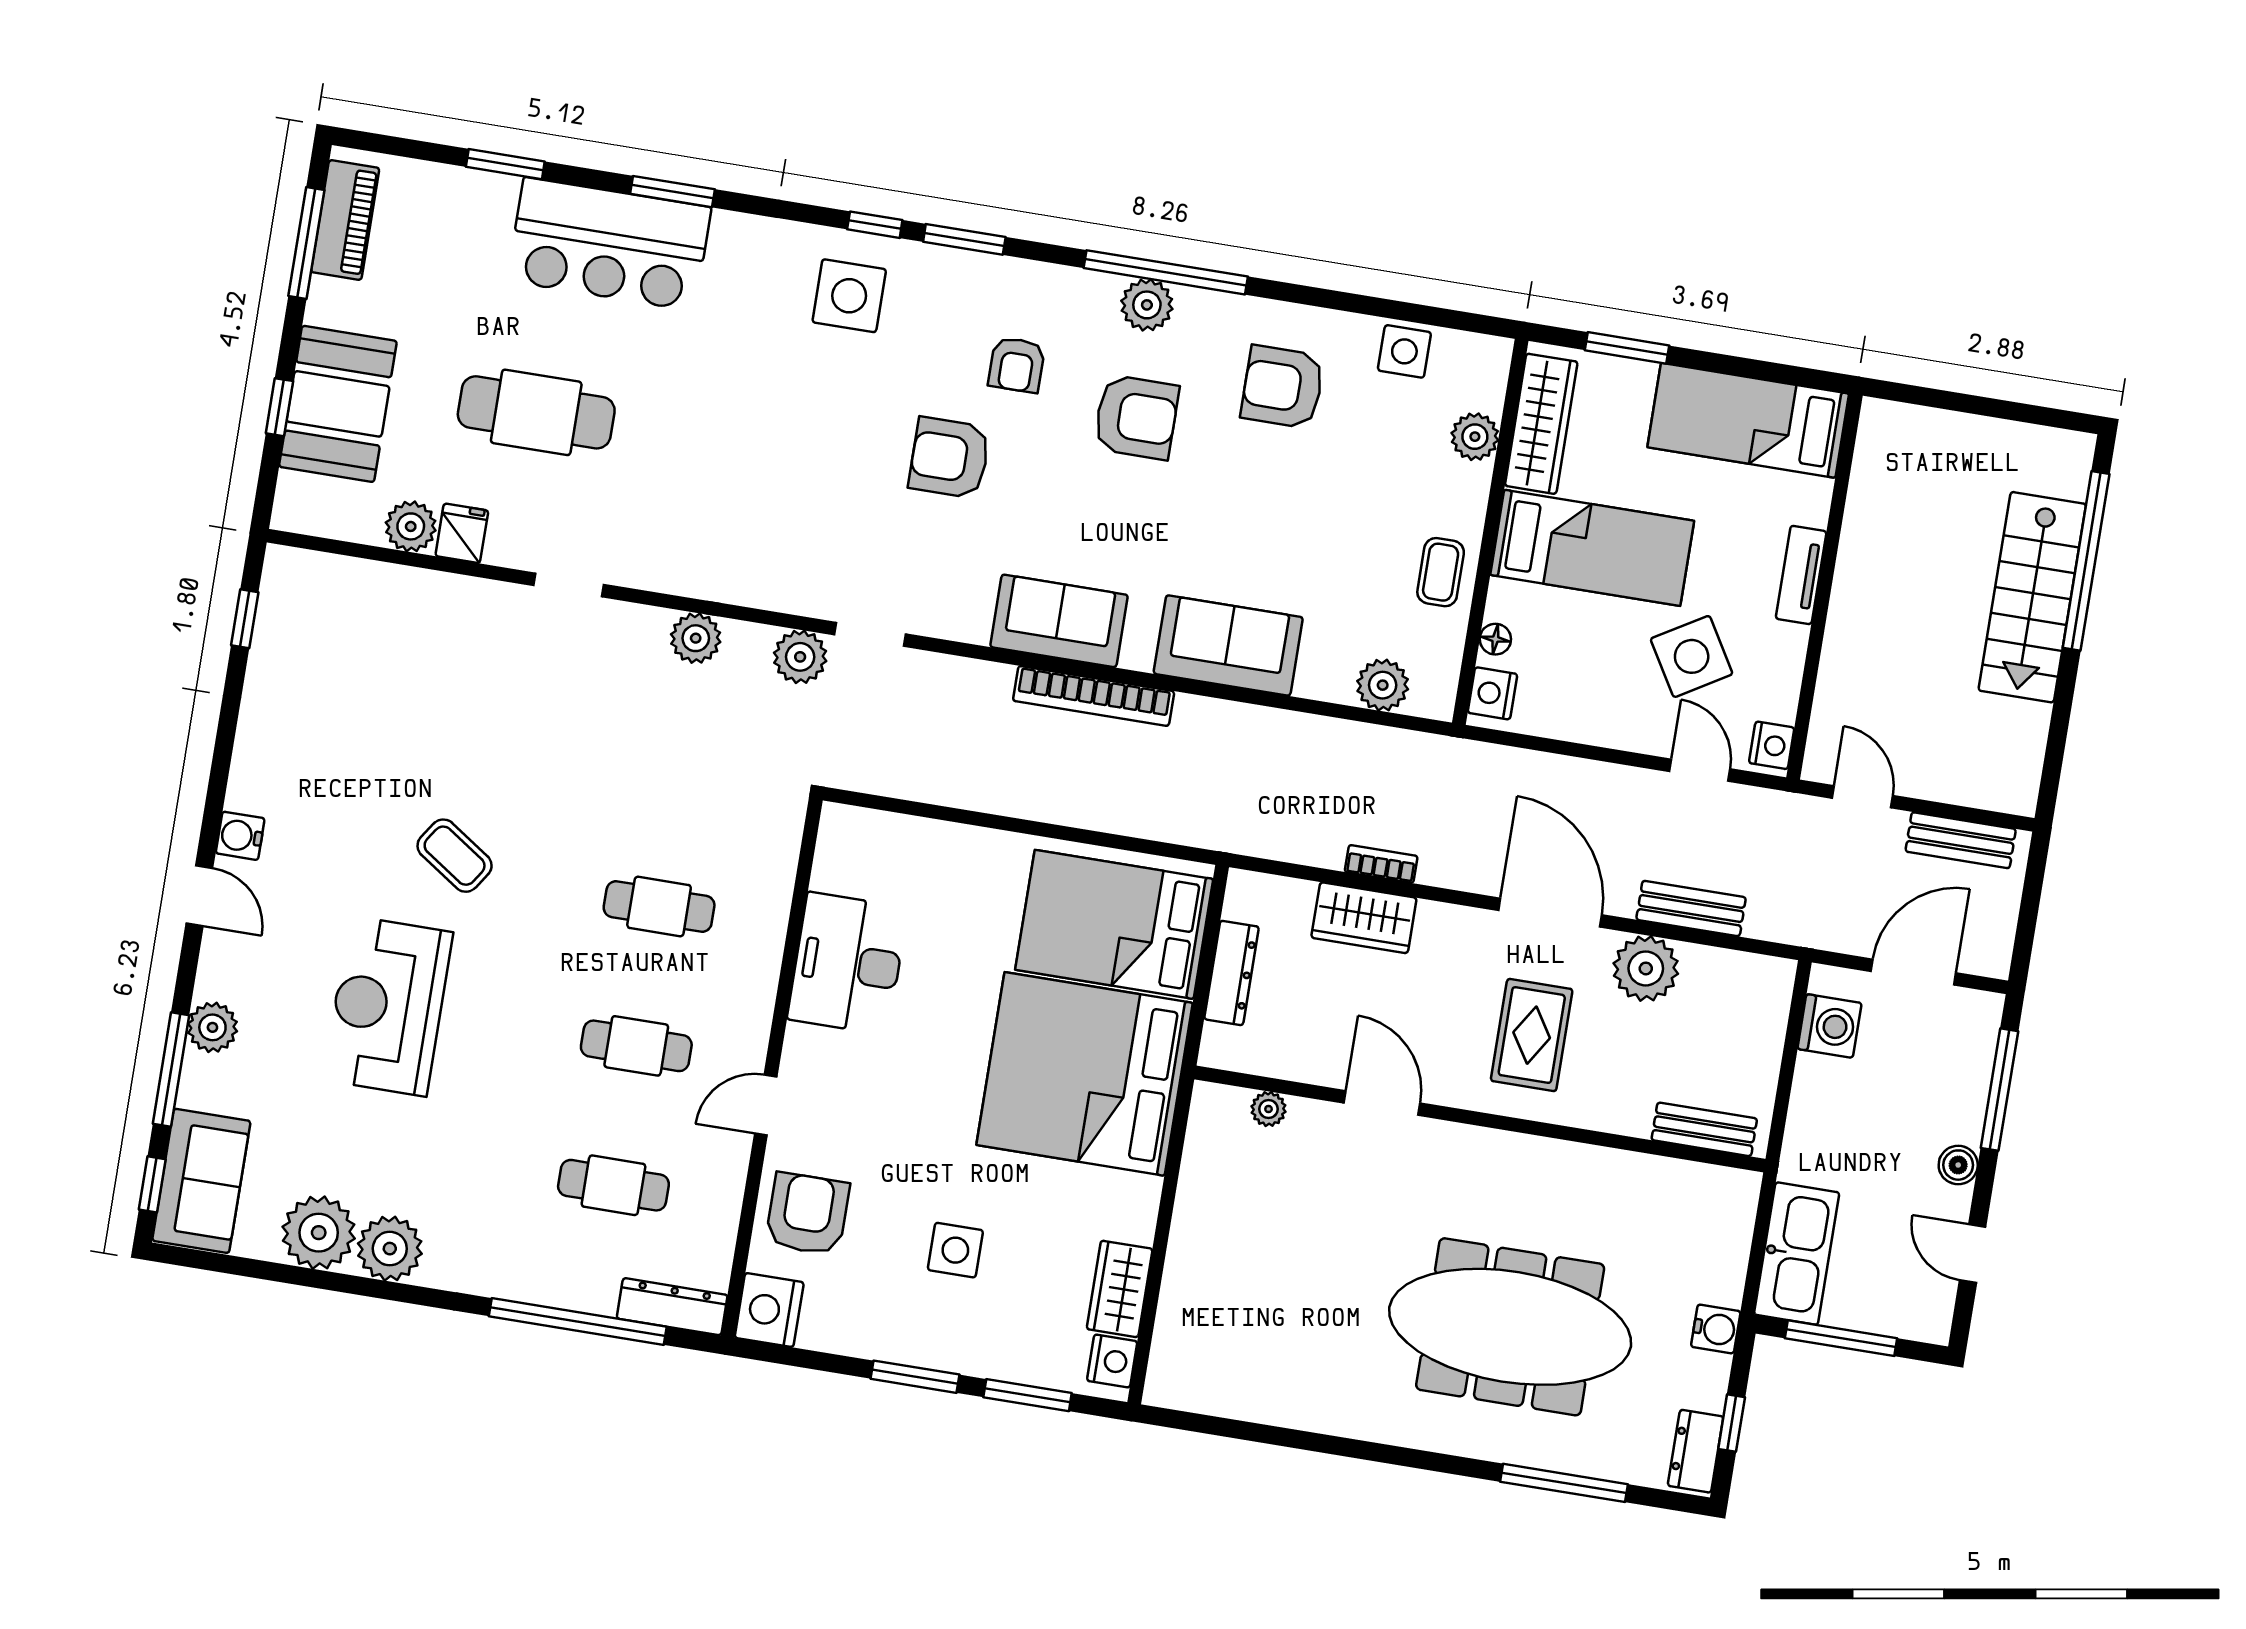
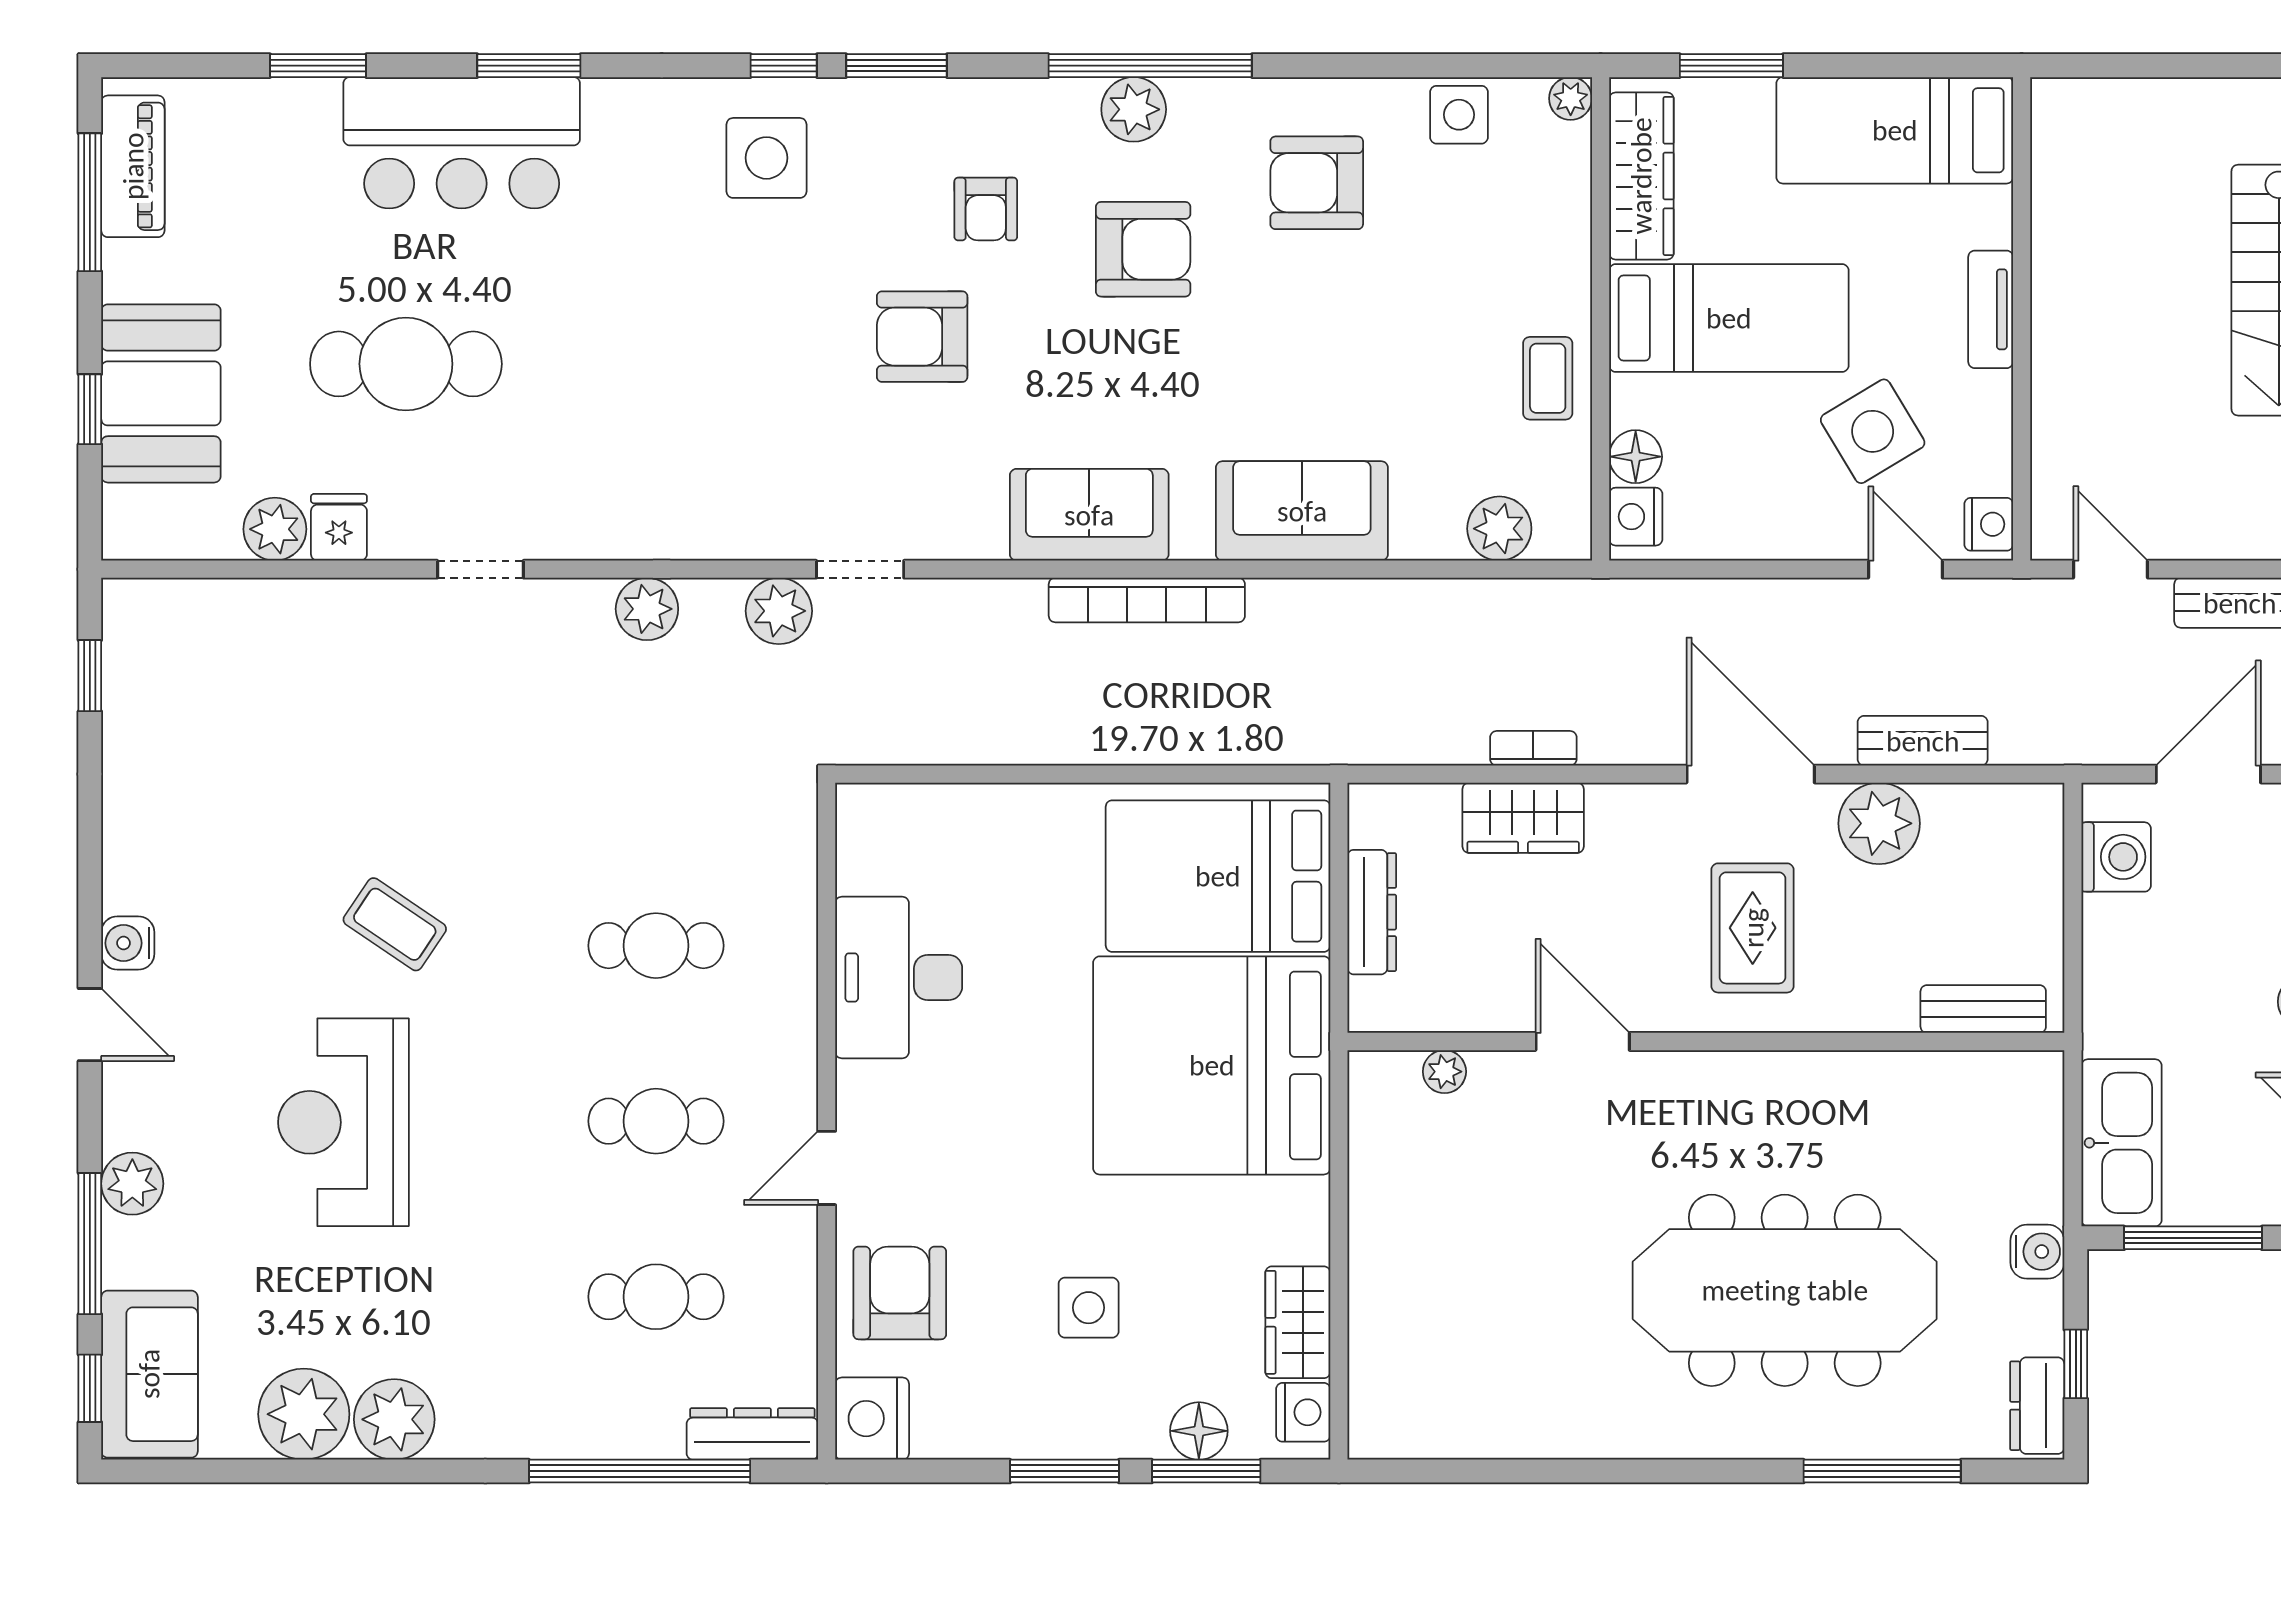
plant: (1475, 437) -> (1571, 98), moved, width x0.73, depth x0.73
floor lamp: (1495, 639) -> (1636, 457), width x1.37, depth x1.37
floor lamp: (1027, 1362) -> (1199, 1431), added

